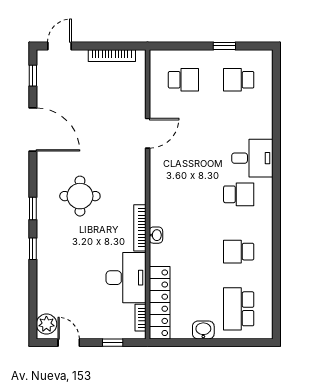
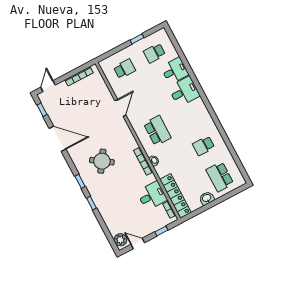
desk: (255, 121) -> (175, 71), added
school desk: (239, 194) -> (157, 131), moved, width x1.85
round table: (80, 196) -> (102, 161), turned 34
desk: (126, 278) -> (152, 196), width x0.73

